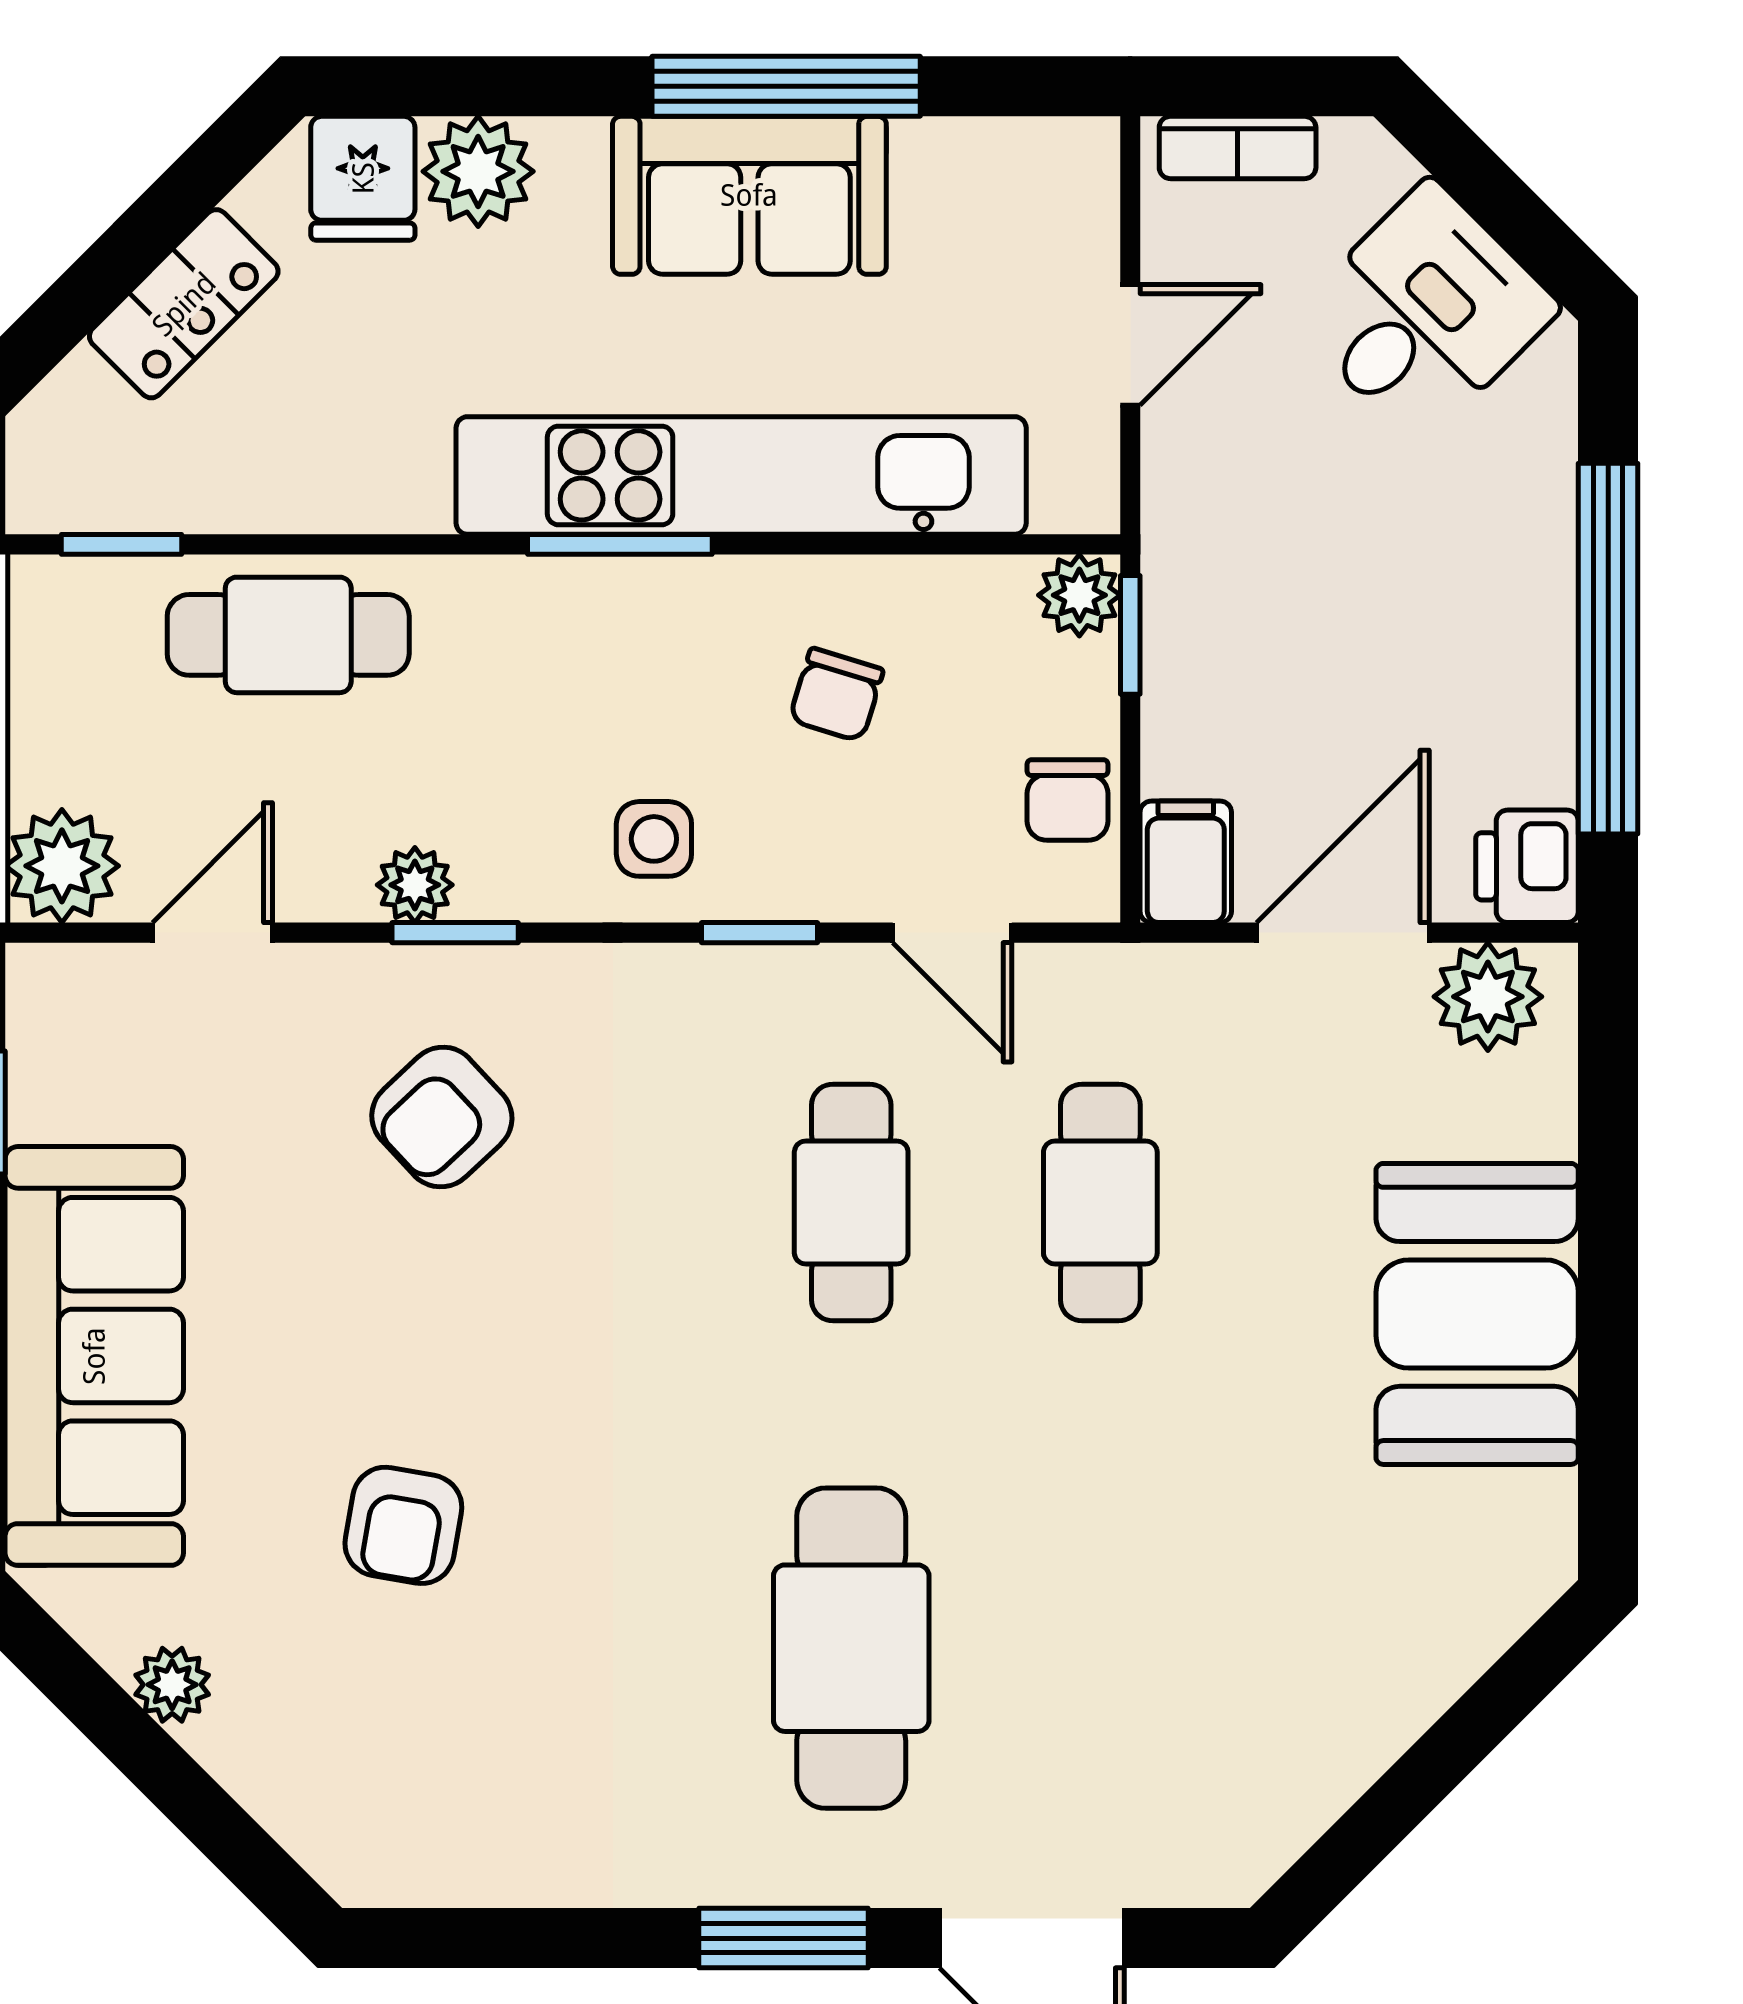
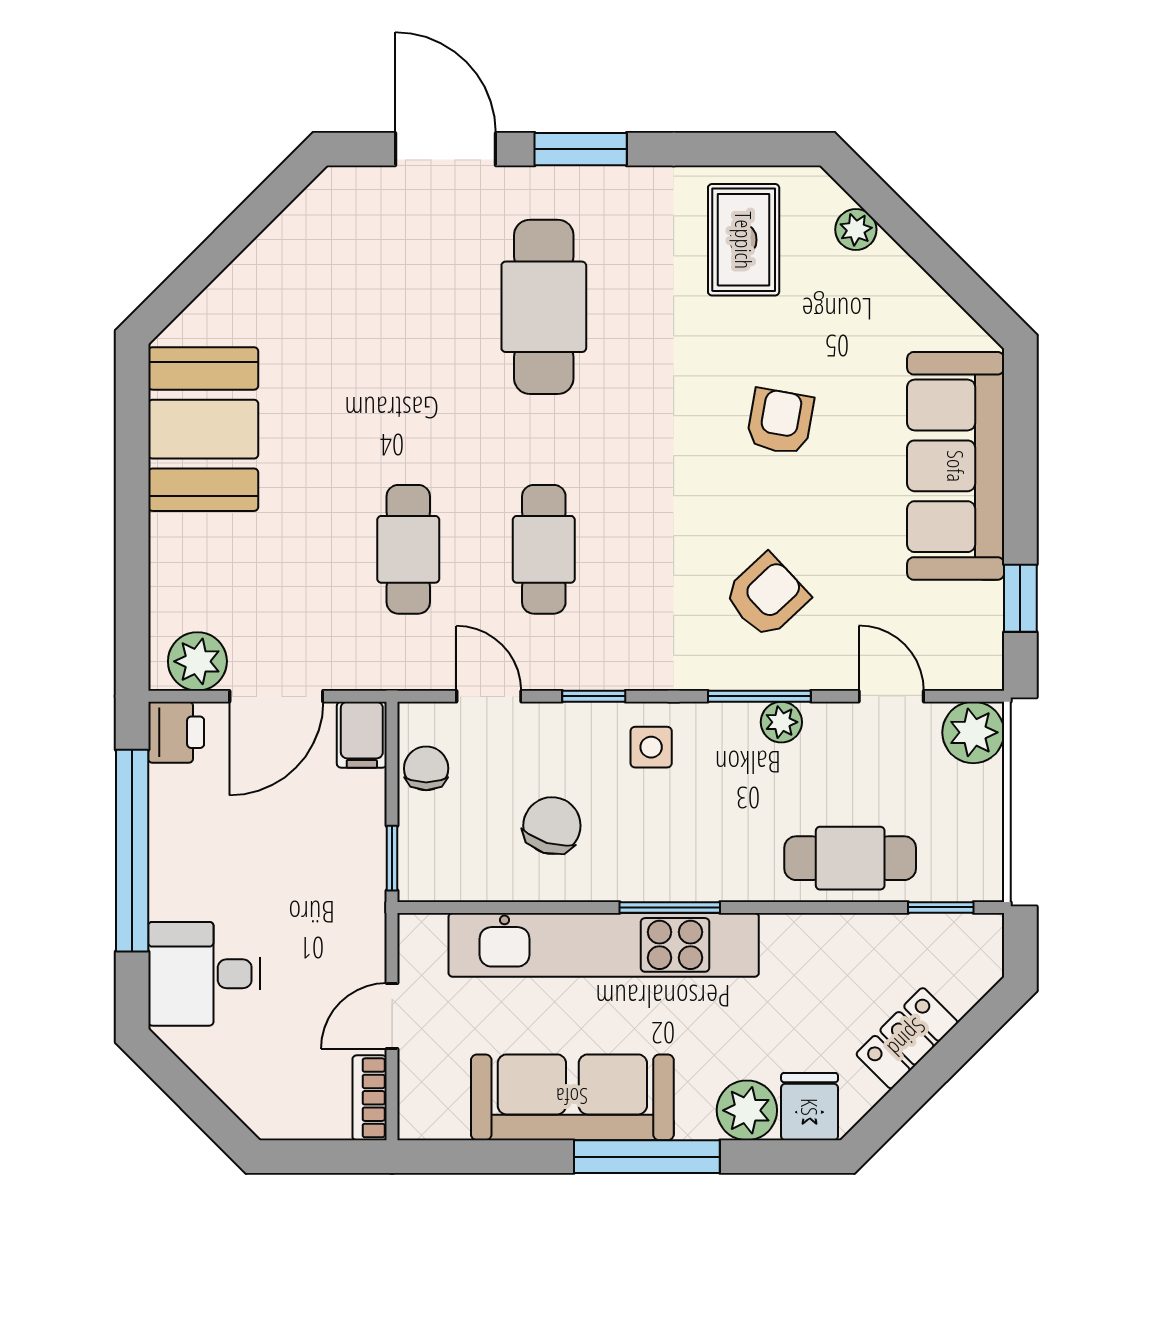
window: (786, 86) -> (647, 1157), moved
bookcase: (1238, 148) -> (370, 1098), moved, turned -90
sofa: (749, 195) -> (572, 1097), width x1.36
desk: (1424, 313) -> (204, 974), moved, turned 45
plant: (1079, 595) -> (420, 880), removed
chair: (836, 695) -> (552, 826), width x1.37, depth x1.37
door: (213, 933) -> (891, 696), swing flipped
window: (455, 933) -> (759, 696), width x1.50
booth: (1477, 1314) -> (203, 429), moved
armchair: (403, 1525) -> (780, 422), moved
plant: (172, 1685) -> (856, 230), moved
rug: (484, 1771) -> (744, 240), added

